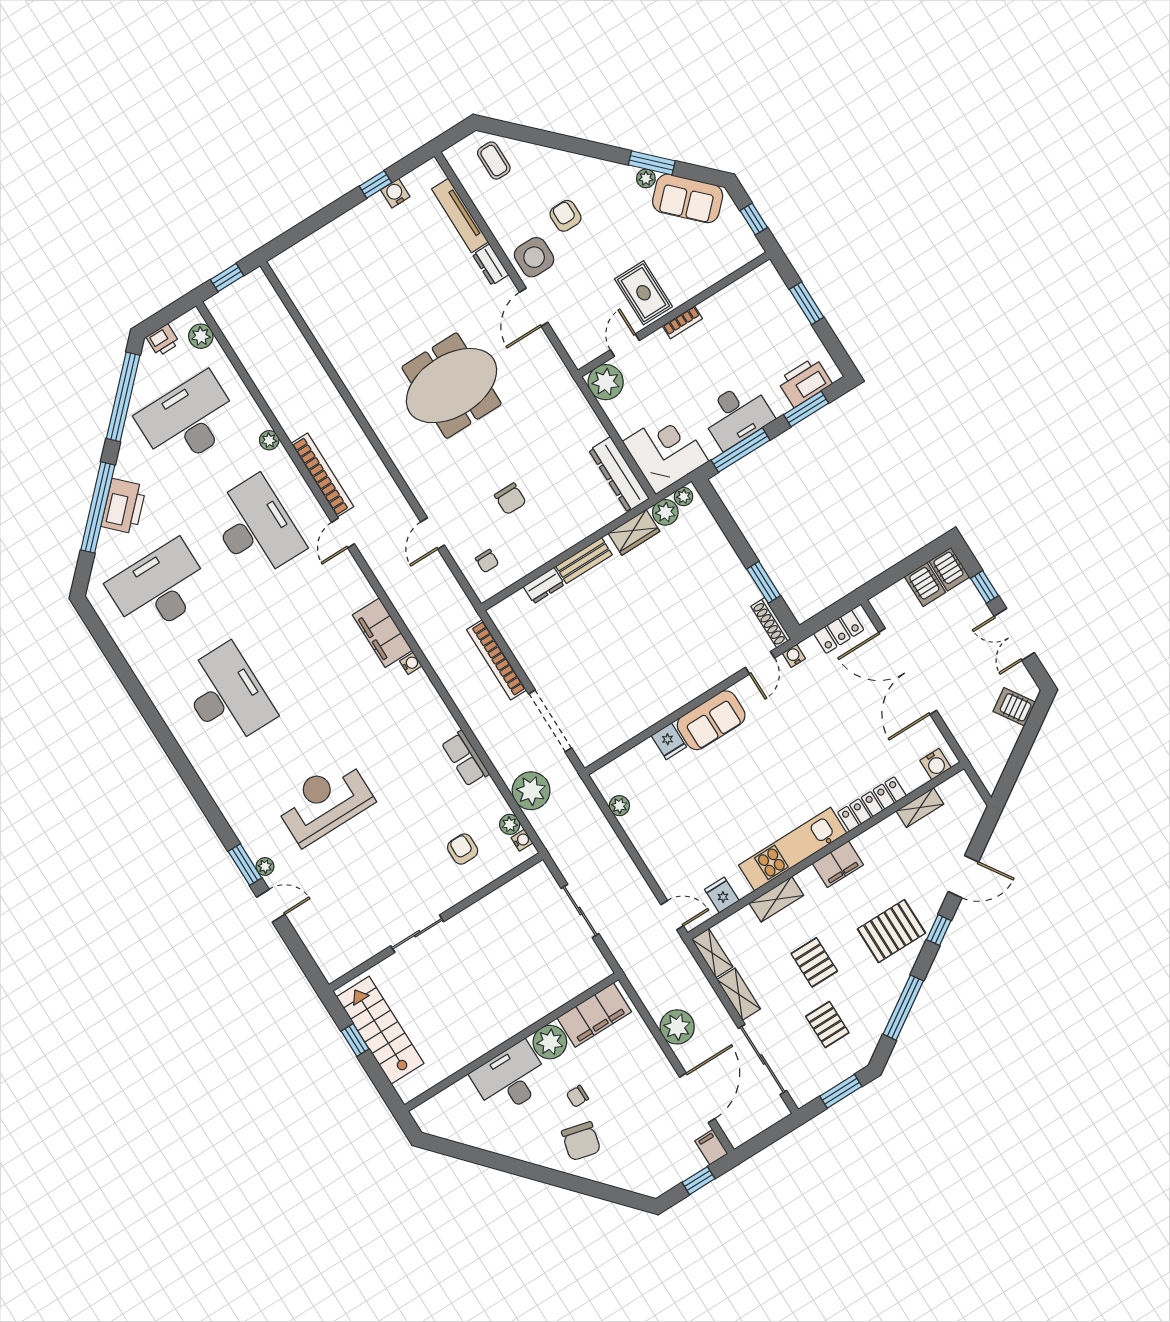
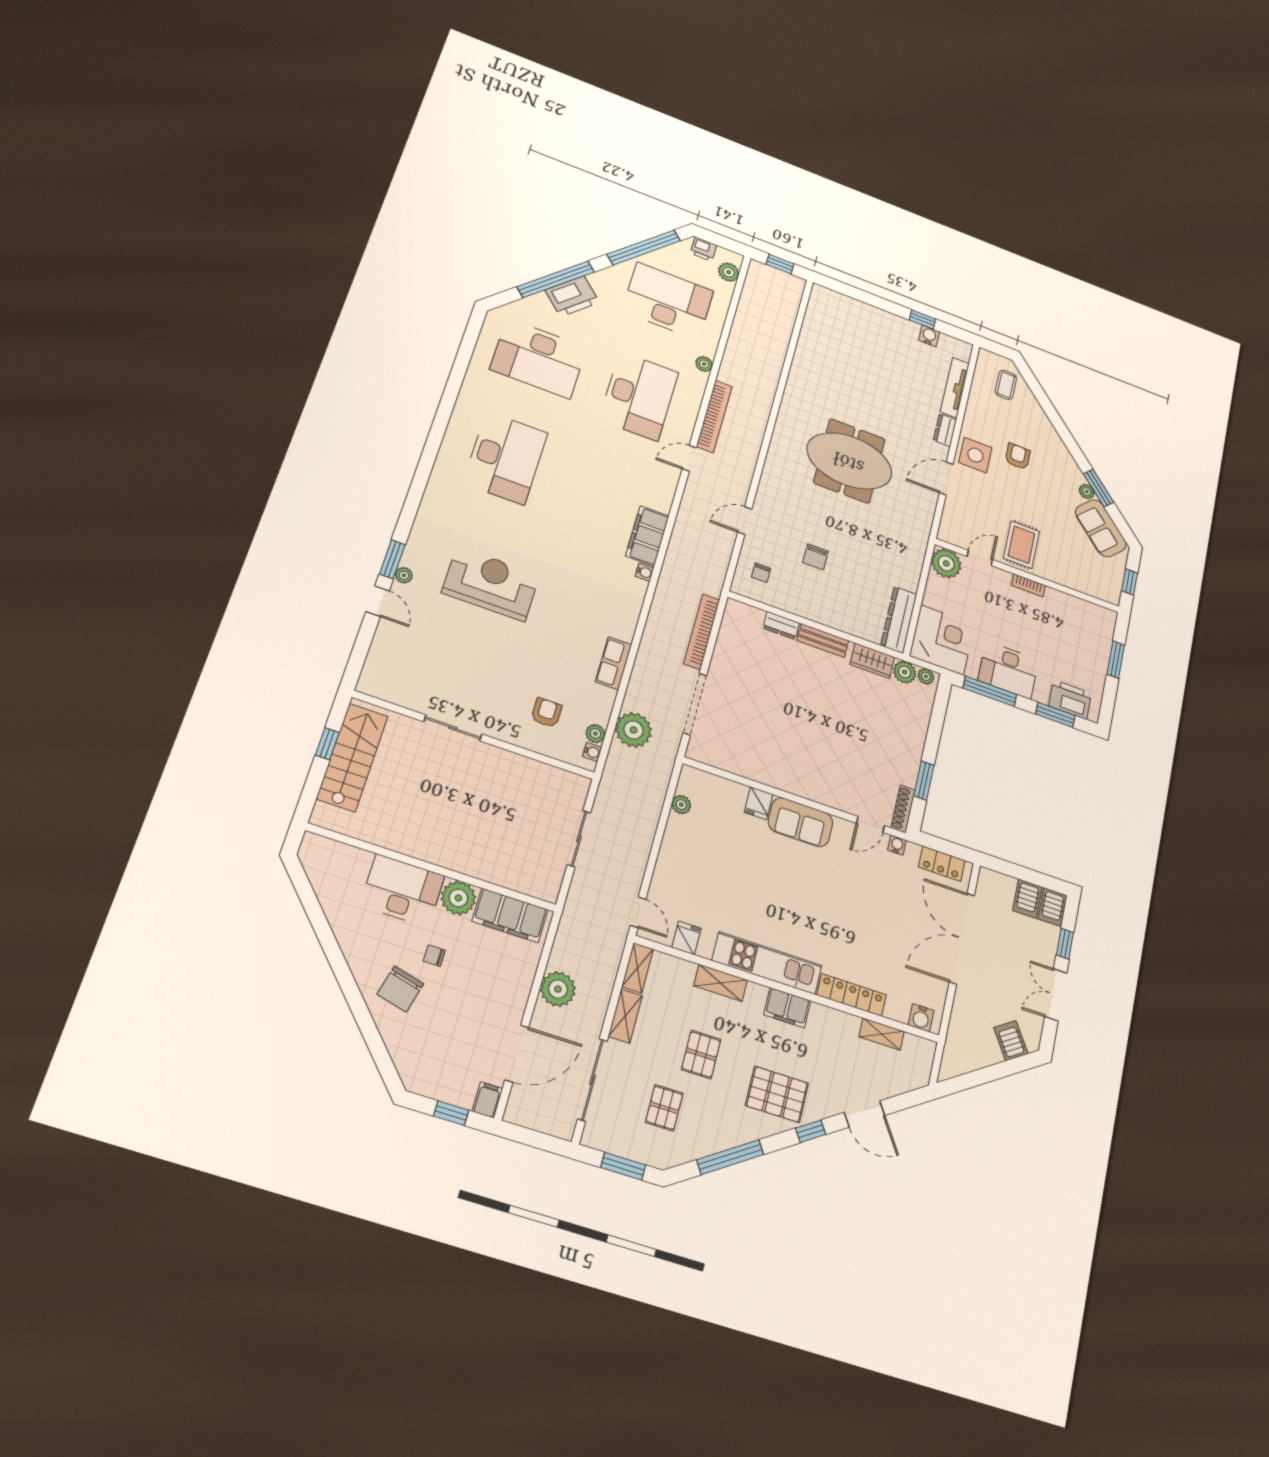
desk: (159, 588) -> (539, 358), turned 180

